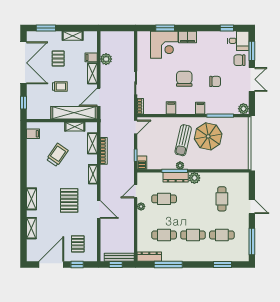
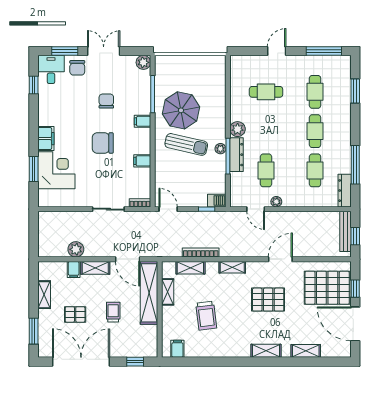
trolley: (57, 155) -> (206, 316), turned -132
pallet: (78, 244) -> (327, 288), width x2.05, depth x2.00

